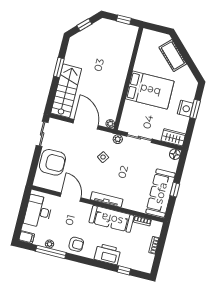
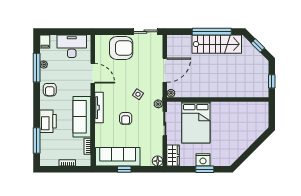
cot: (173, 56) -> (250, 136), removed
window: (59, 67) -> (212, 32), width x2.11
bed: (150, 90) -> (196, 122), moved
stairs: (66, 91) -> (217, 44), moved
armchair: (52, 162) -> (121, 48), turned -90
armchair: (124, 176) -> (126, 118), added
door: (71, 197) -> (93, 73), hinge flipped
window: (124, 270) -> (37, 141), width x2.17

